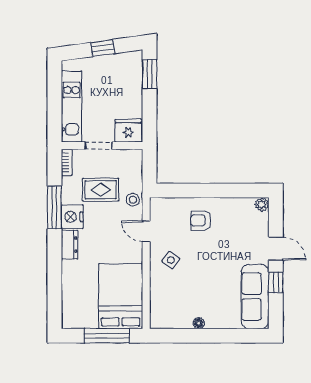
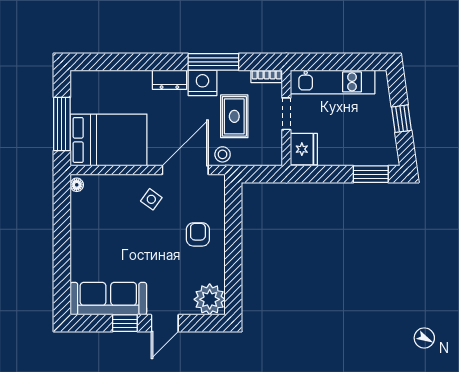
plant: (262, 204) -> (210, 299), width x1.87, depth x1.87
door: (146, 231) -> (185, 170), width x1.87
floor lamp: (199, 323) -> (77, 185), moved

